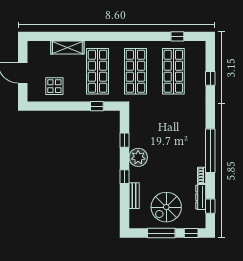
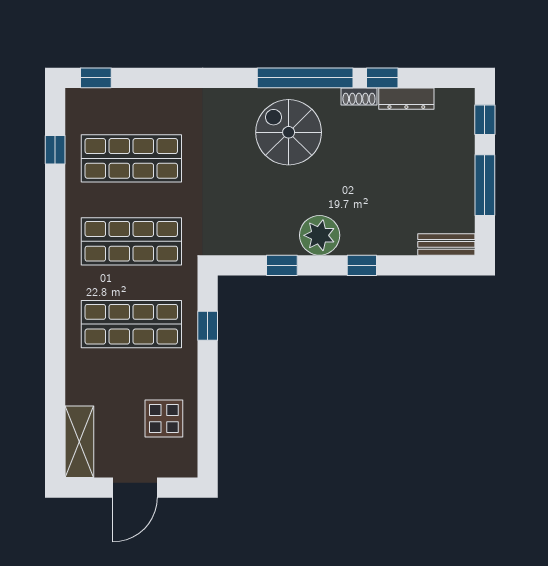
shelving: (67, 48) -> (79, 442), moved
window: (210, 78) -> (96, 78), moved
bench: (134, 196) -> (446, 244), moved
window: (210, 206) -> (382, 78), moved
spiral stairs: (166, 207) -> (289, 132), moved, turned 180

